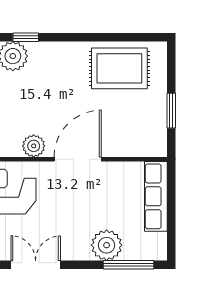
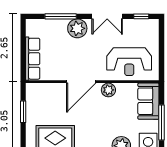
plant: (107, 245) -> (77, 28), moved
window: (128, 265) -> (61, 16), moved

